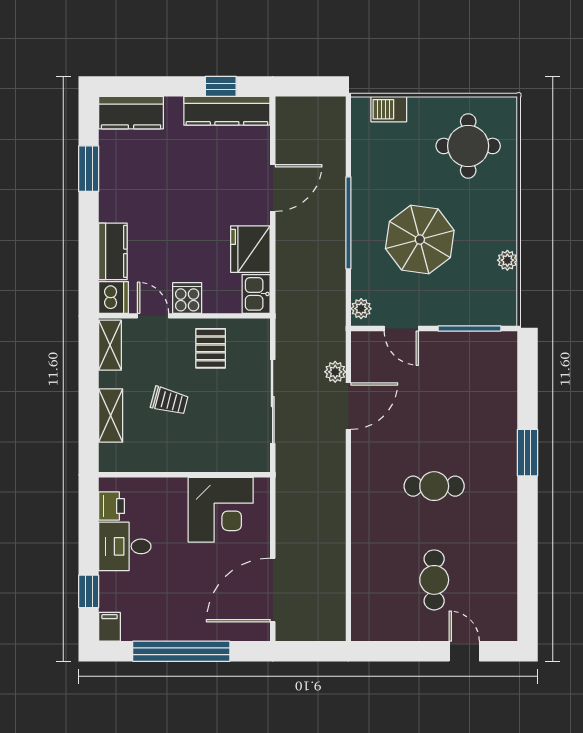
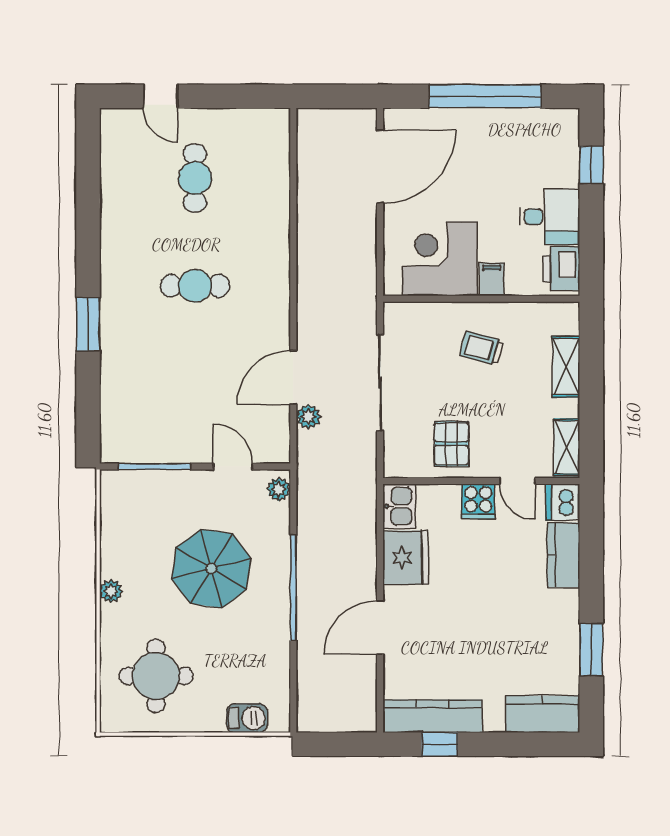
plant: (507, 260) -> (111, 591), moved
trolley: (169, 401) -> (482, 348), moved
printer: (112, 506) -> (561, 269), width x1.36, depth x1.24
filing cabinet: (110, 627) -> (492, 279), moved, turned 180

